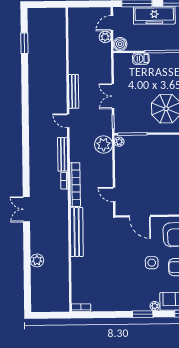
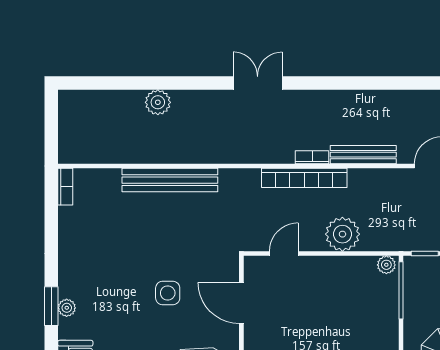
plant: (103, 145) -> (342, 234), moved
door: (140, 216) -> (241, 303), hinge flipped
bench: (77, 232) -> (170, 180), moved
side table: (152, 263) -> (168, 293), moved
plant: (155, 306) -> (67, 308), moved

